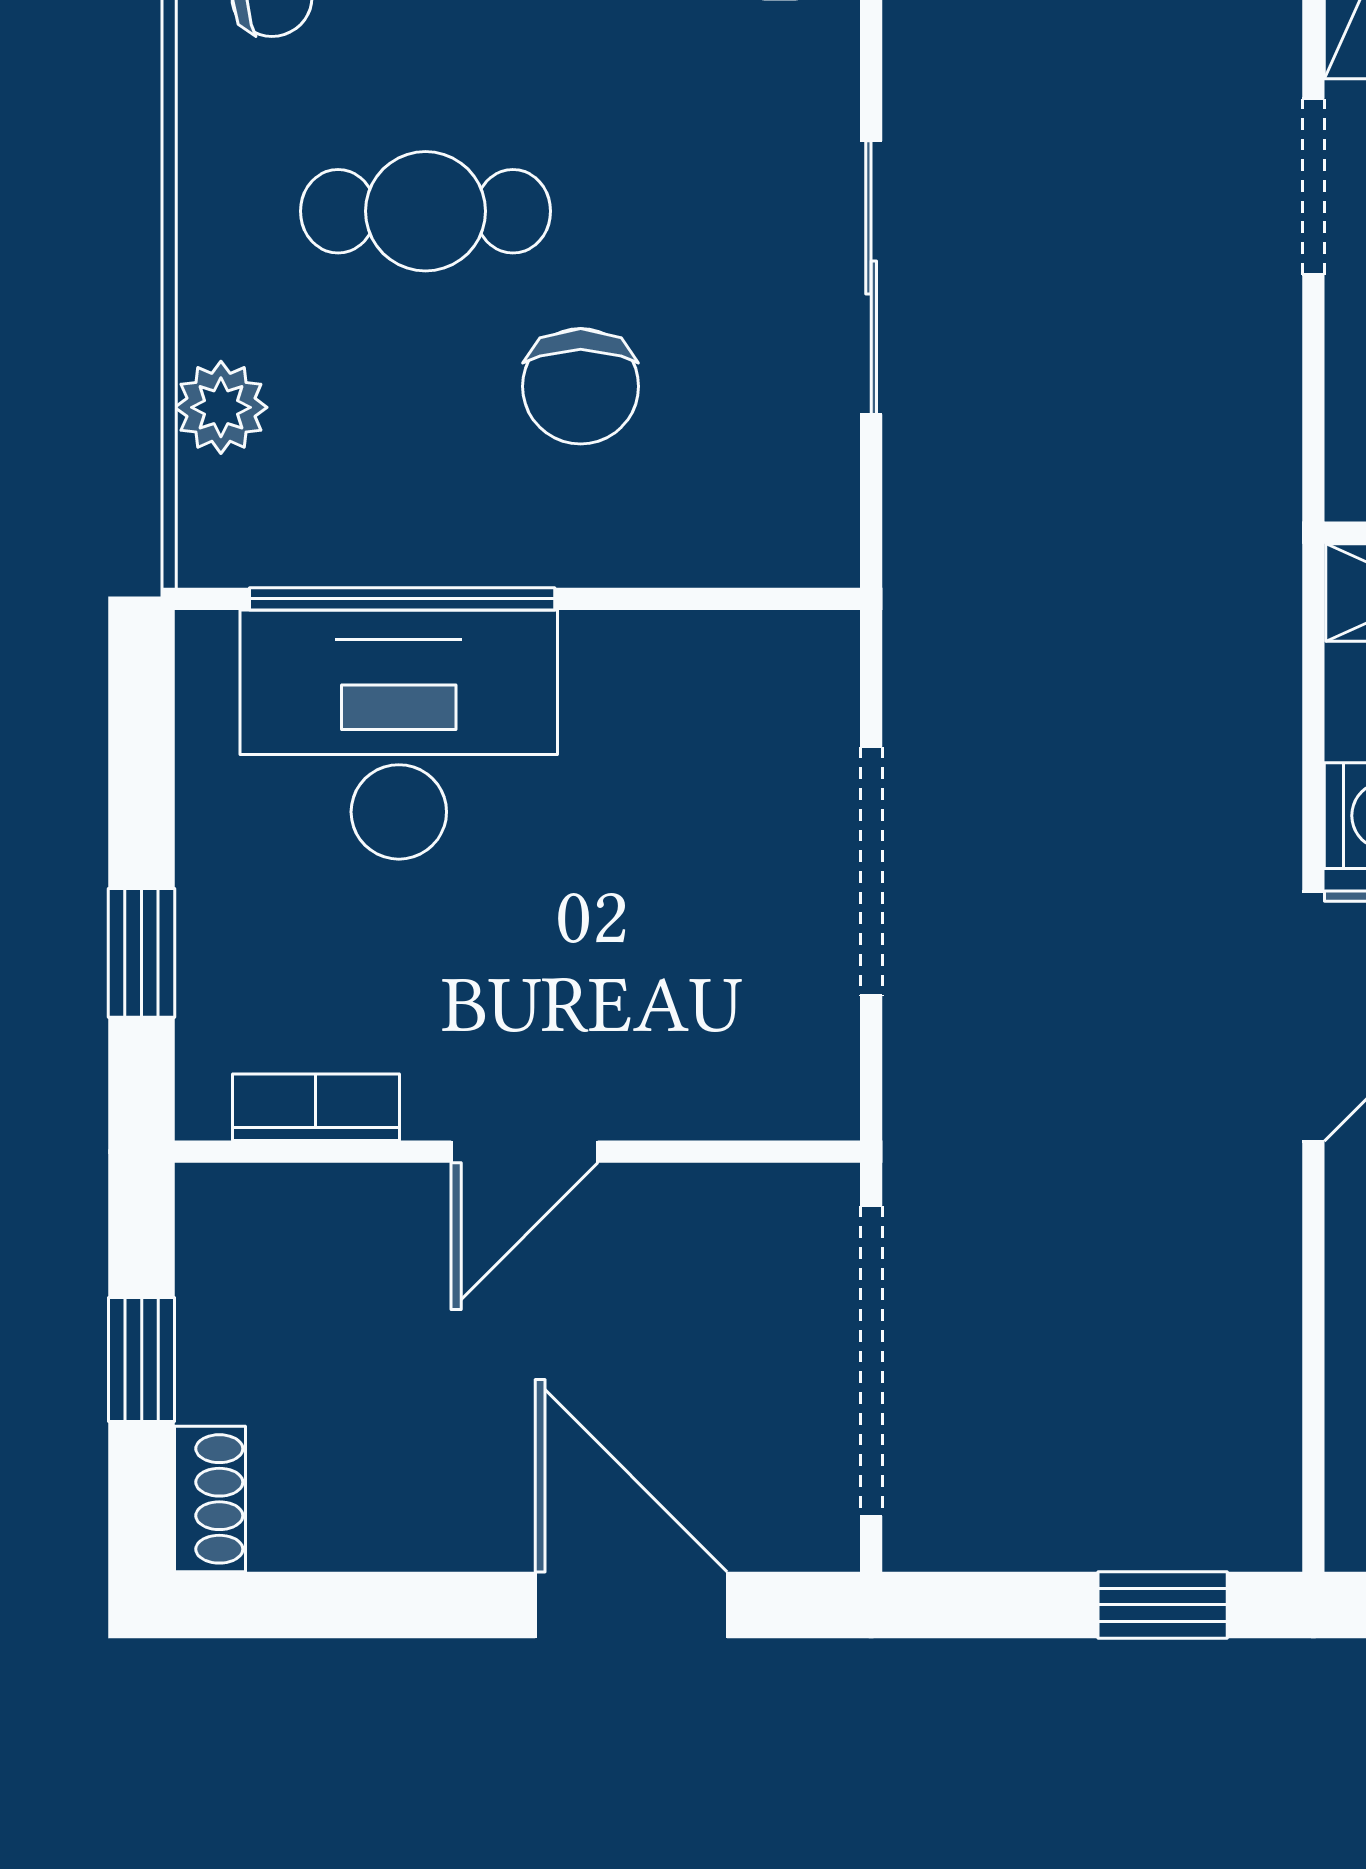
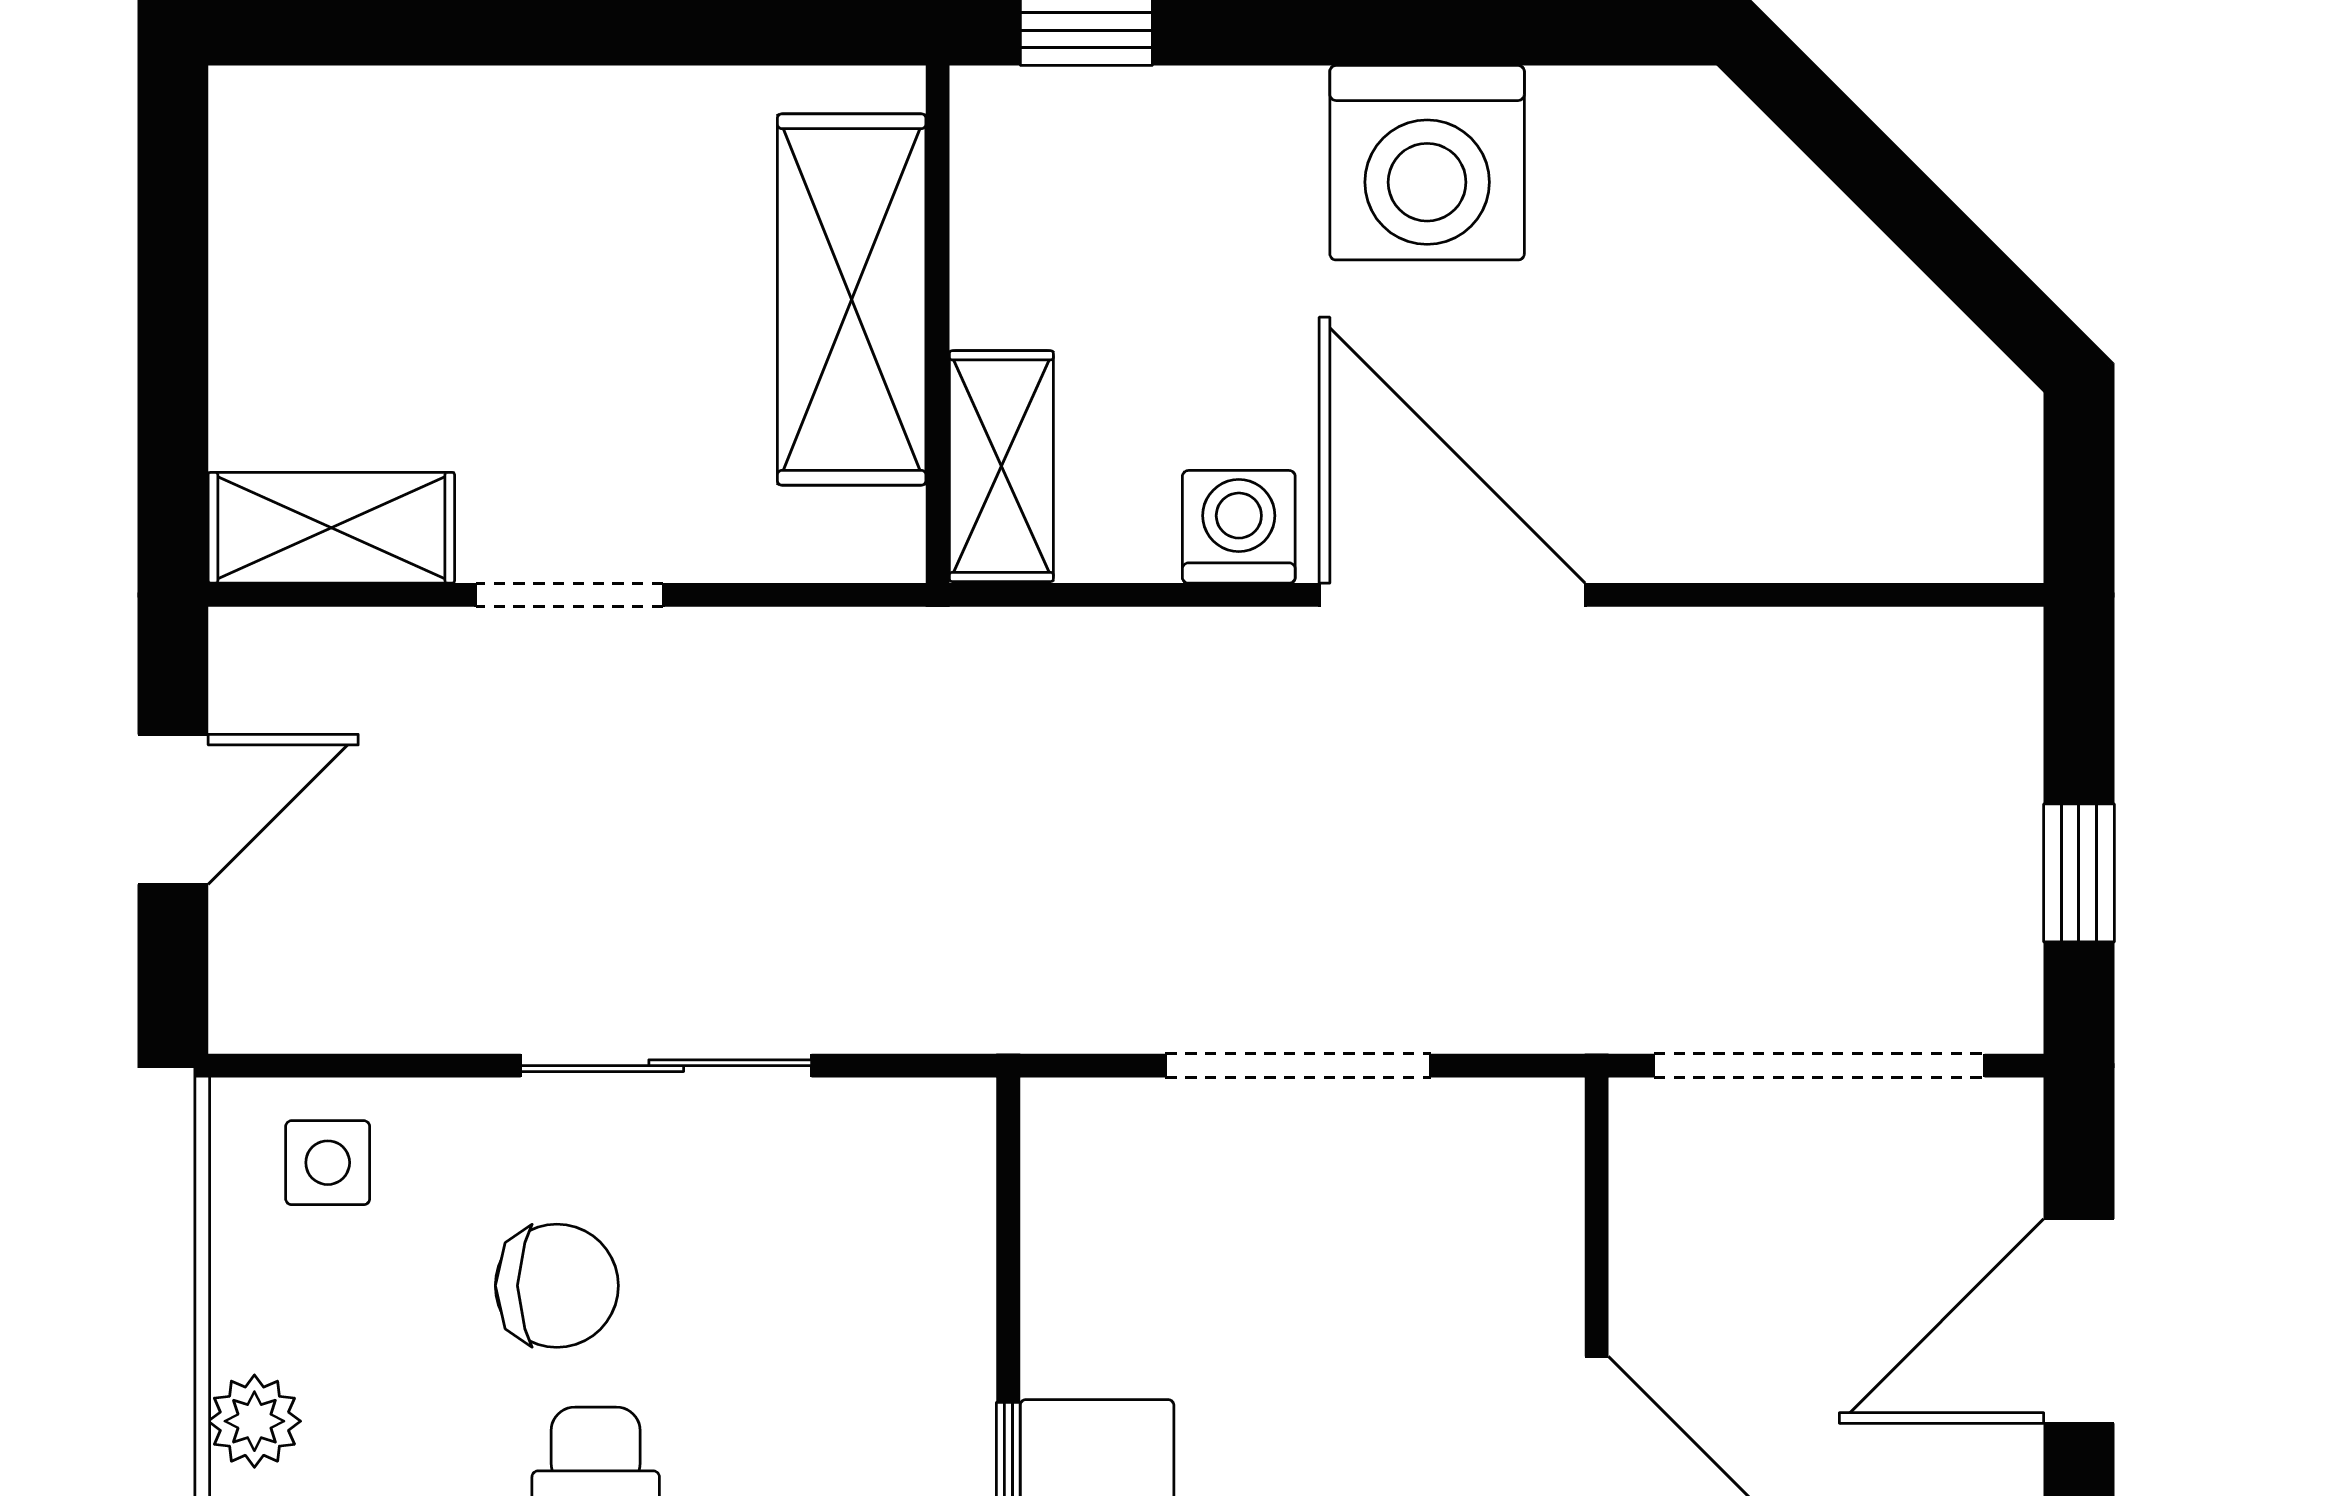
chair: (581, 386) -> (557, 1286), moved
window: (1163, 1605) -> (2079, 873), moved

